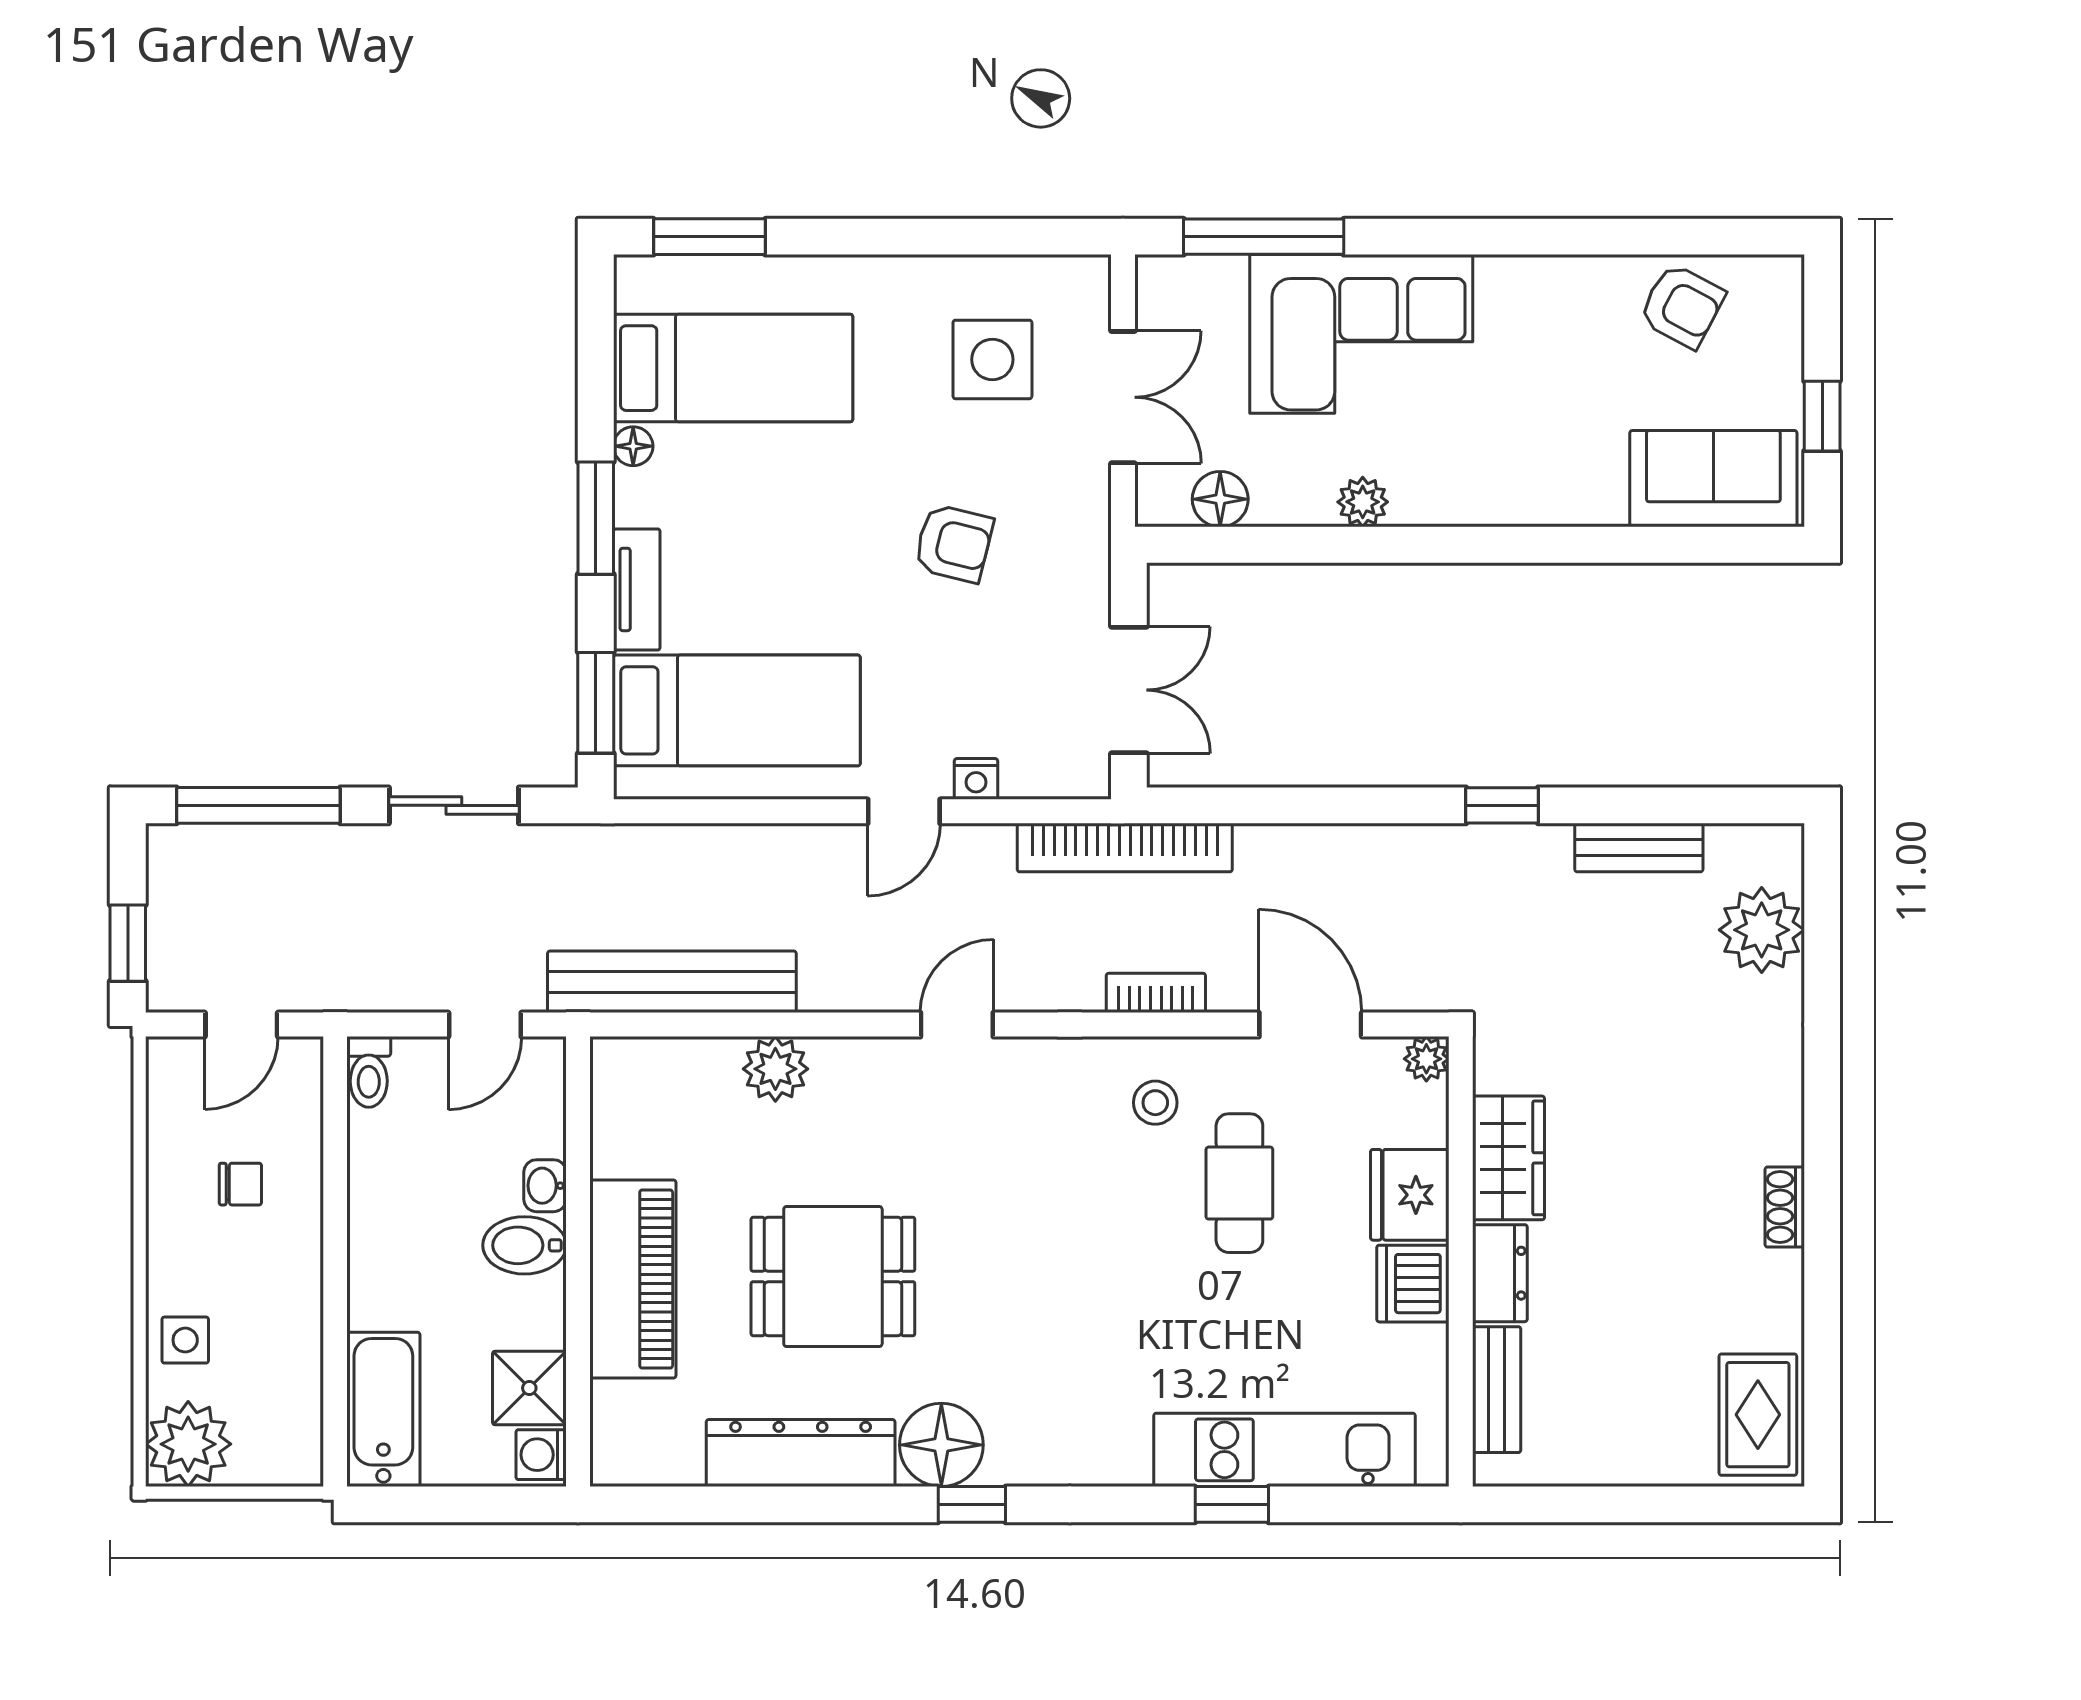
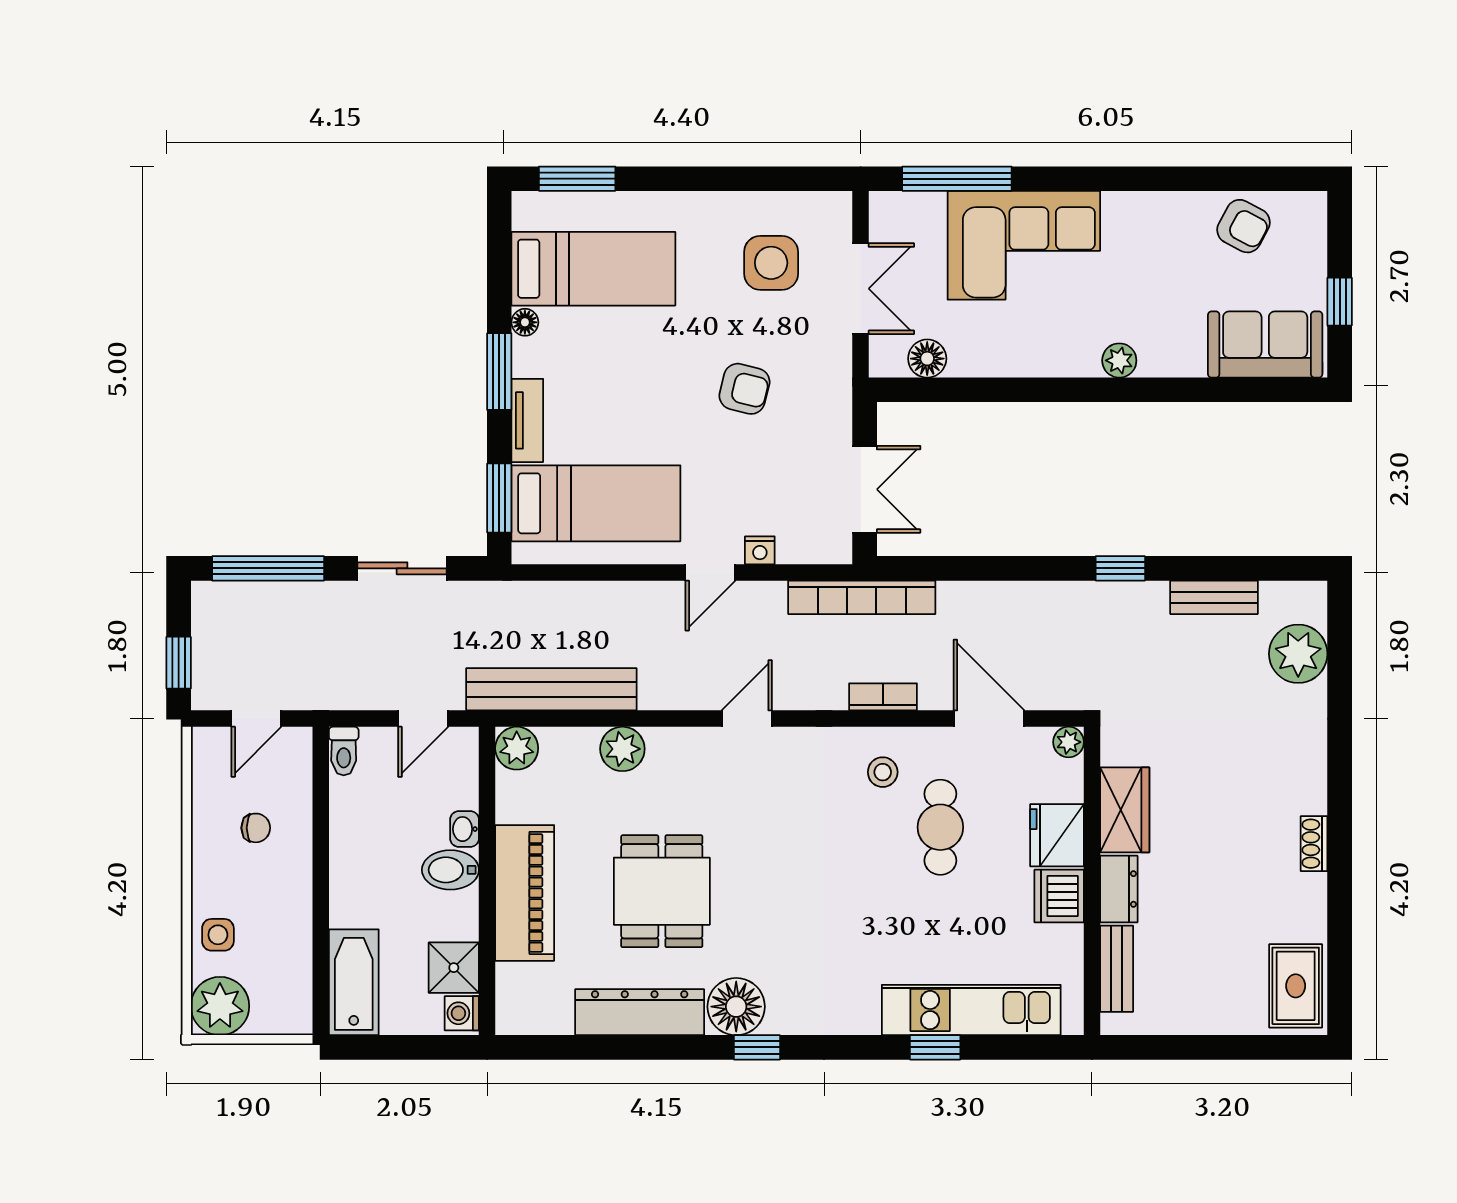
plant: (1363, 502) -> (1119, 360), moved
plant: (621, 1068) -> (517, 748), added
dining table: (833, 1276) -> (662, 891), turned 90

